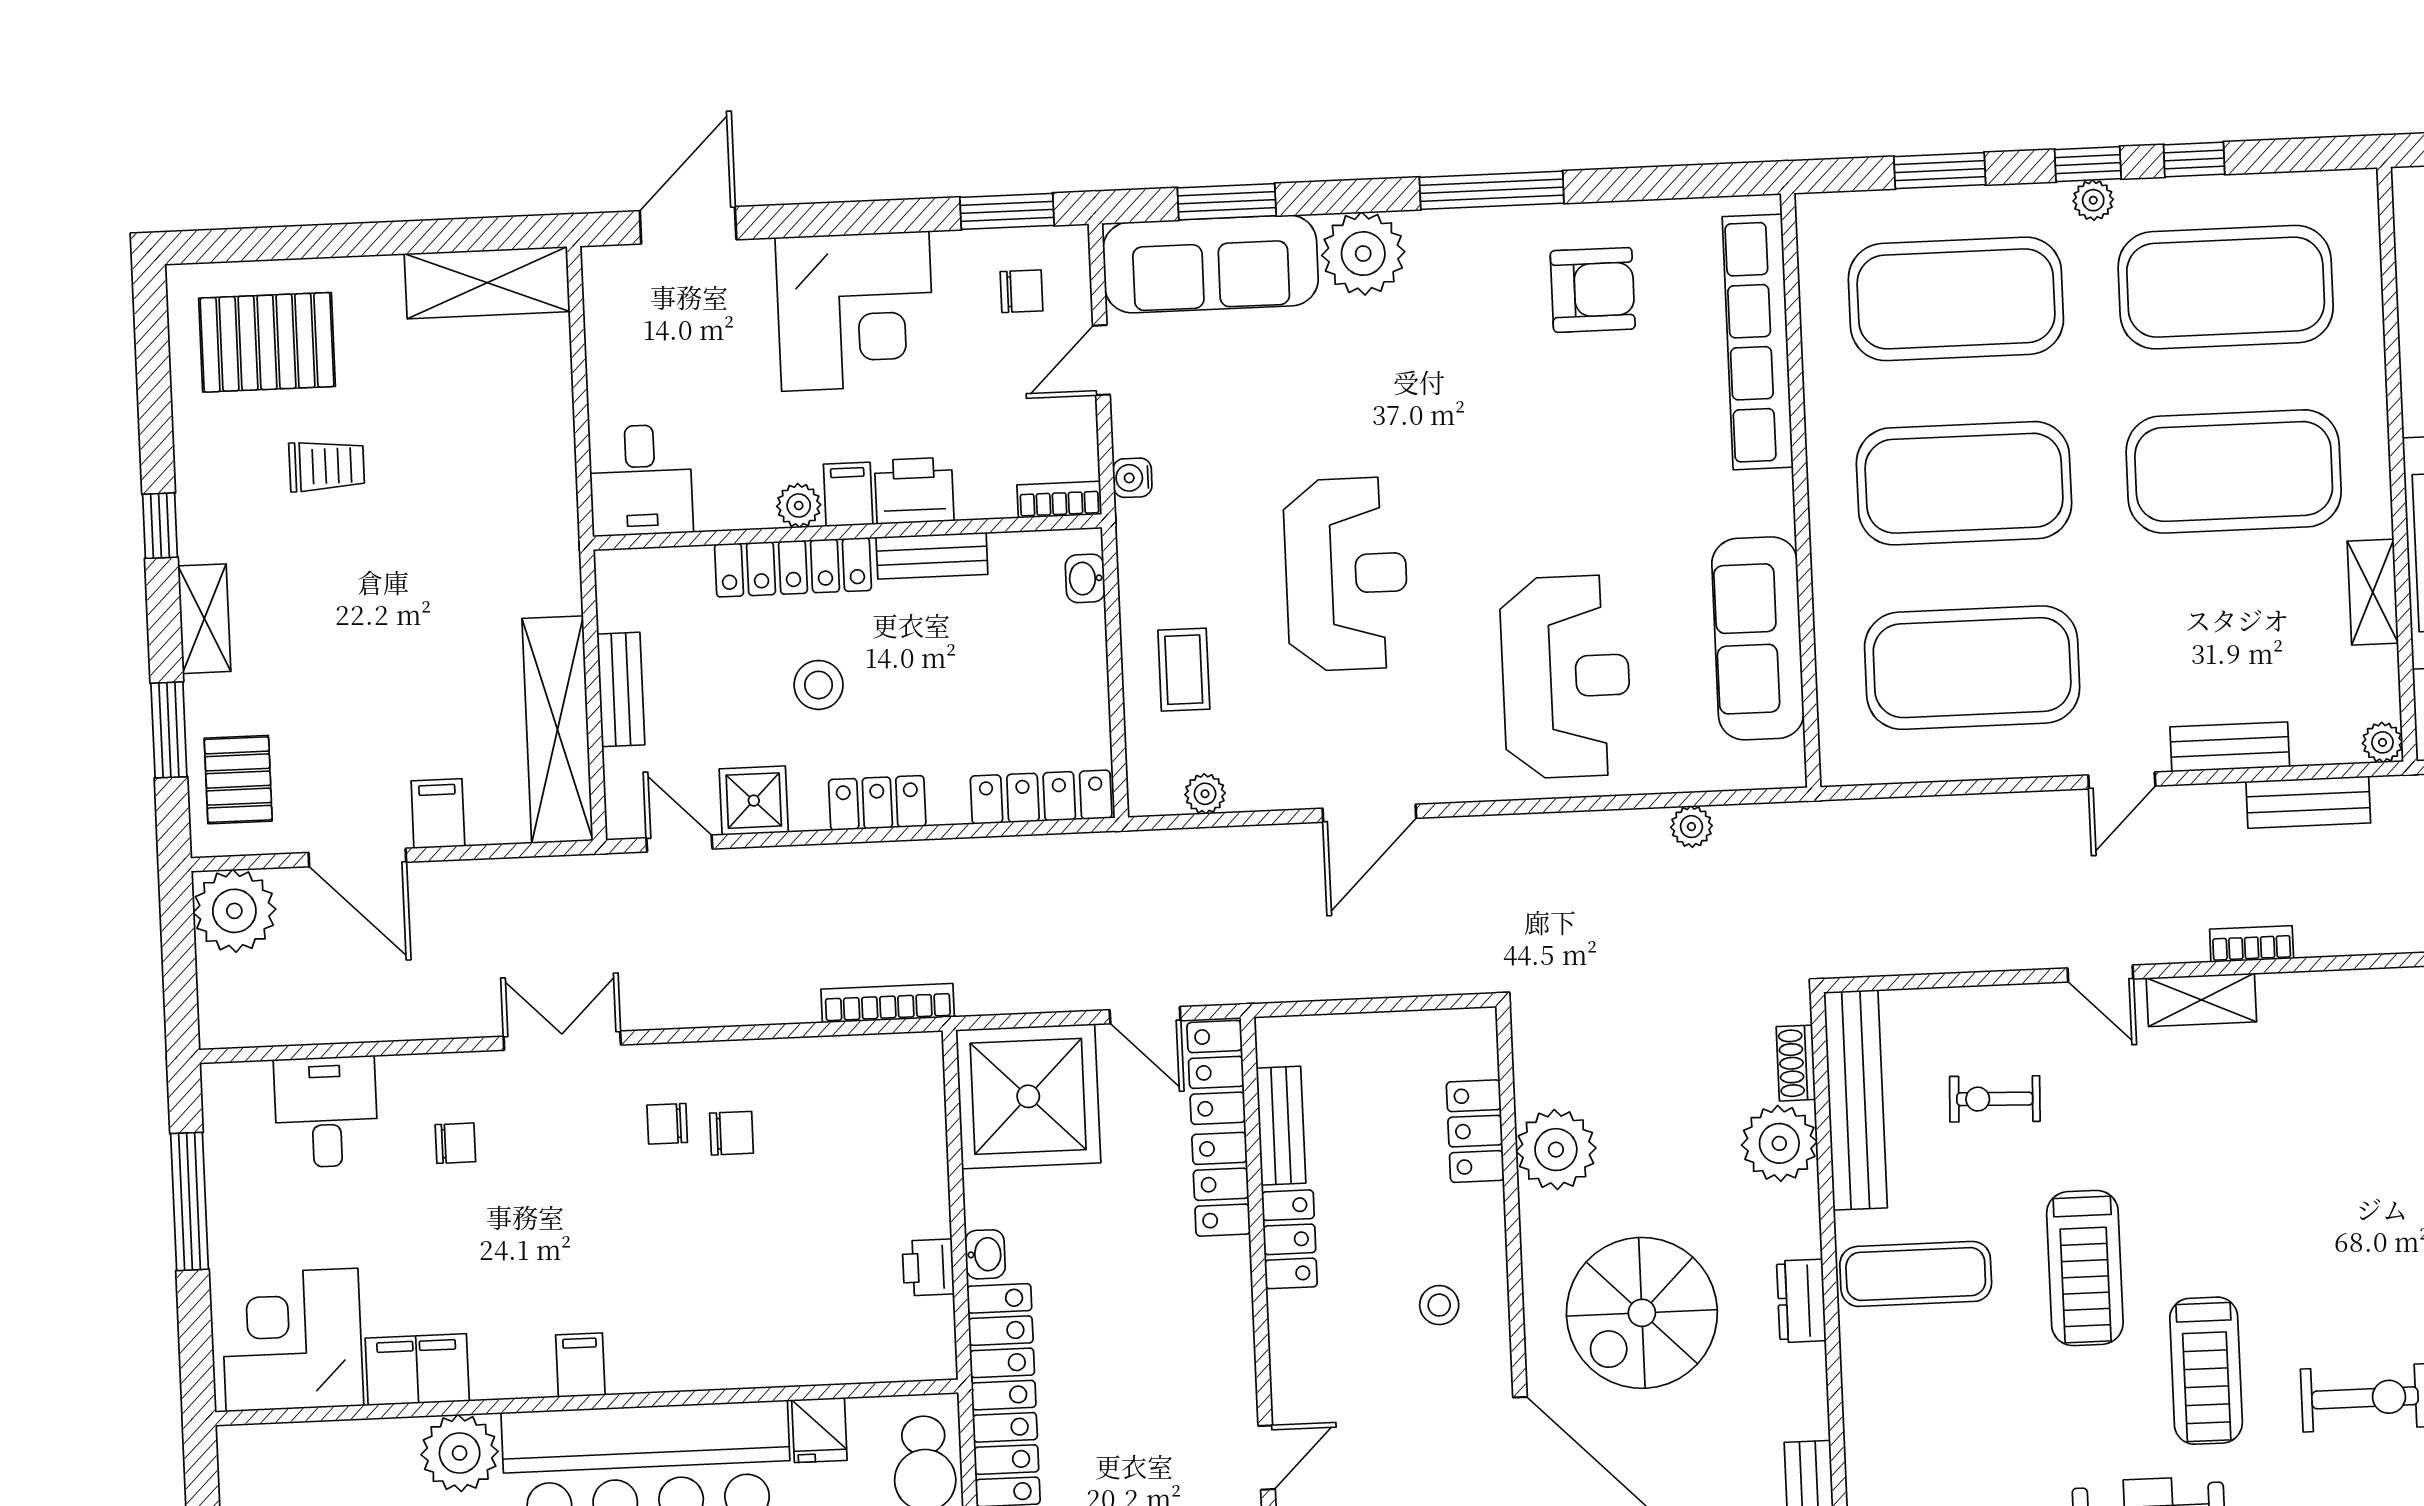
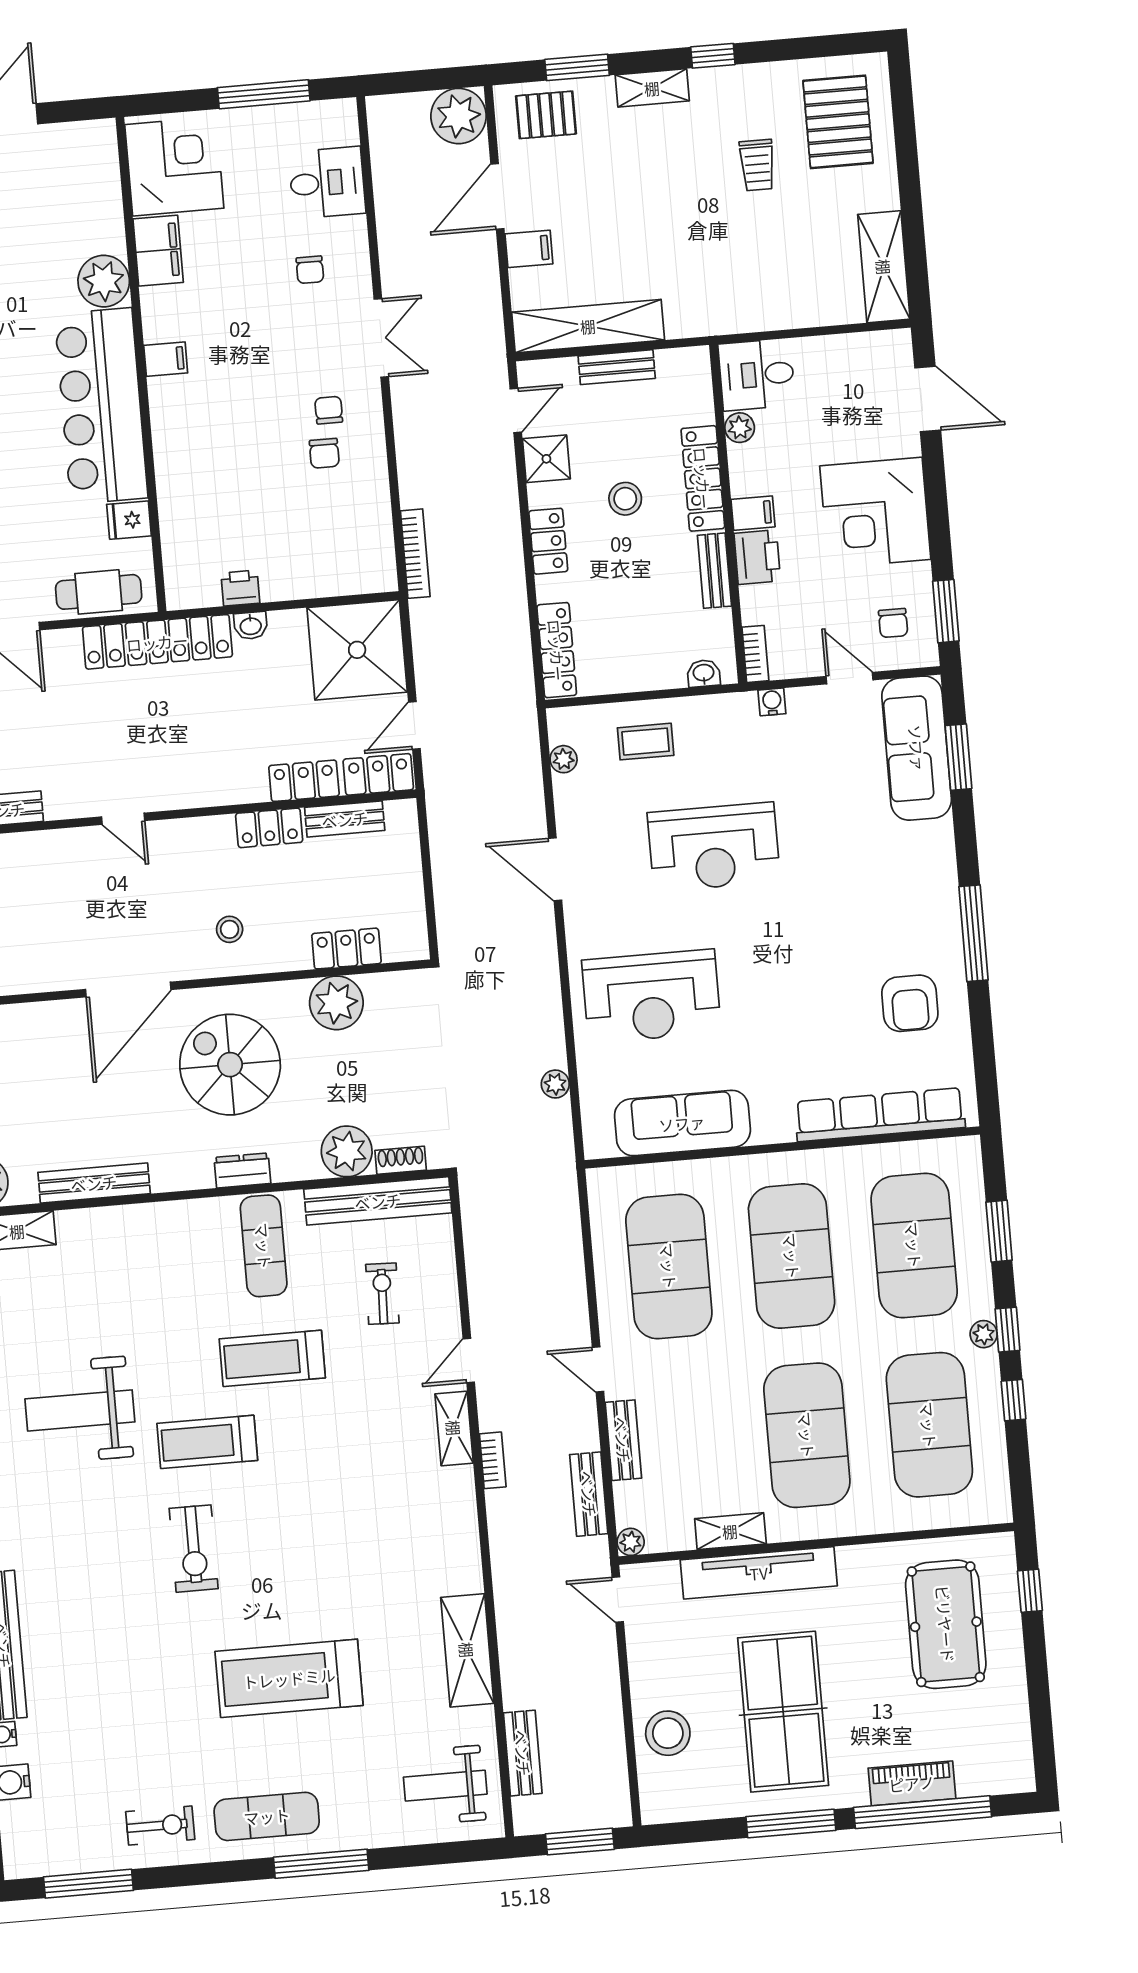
plant: (1363, 254) -> (928, 849), removed
plant: (799, 506) -> (740, 428), moved

